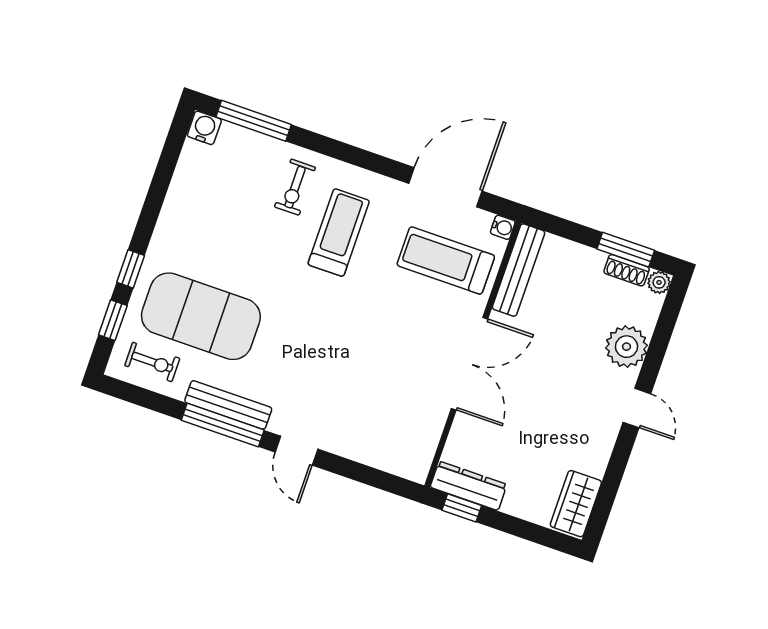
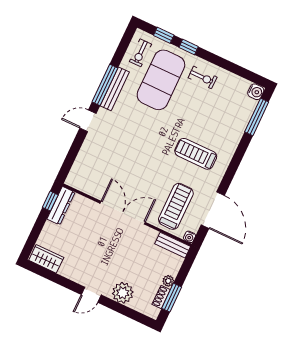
exercise bike: (295, 187) -> (203, 77), moved, turned 180
treadmill: (339, 233) -> (196, 154), turned 180
bench: (519, 270) -> (173, 245), width x0.73
plant: (659, 282) -> (168, 281), moved
double door: (469, 364) -> (123, 213), swing flipped

